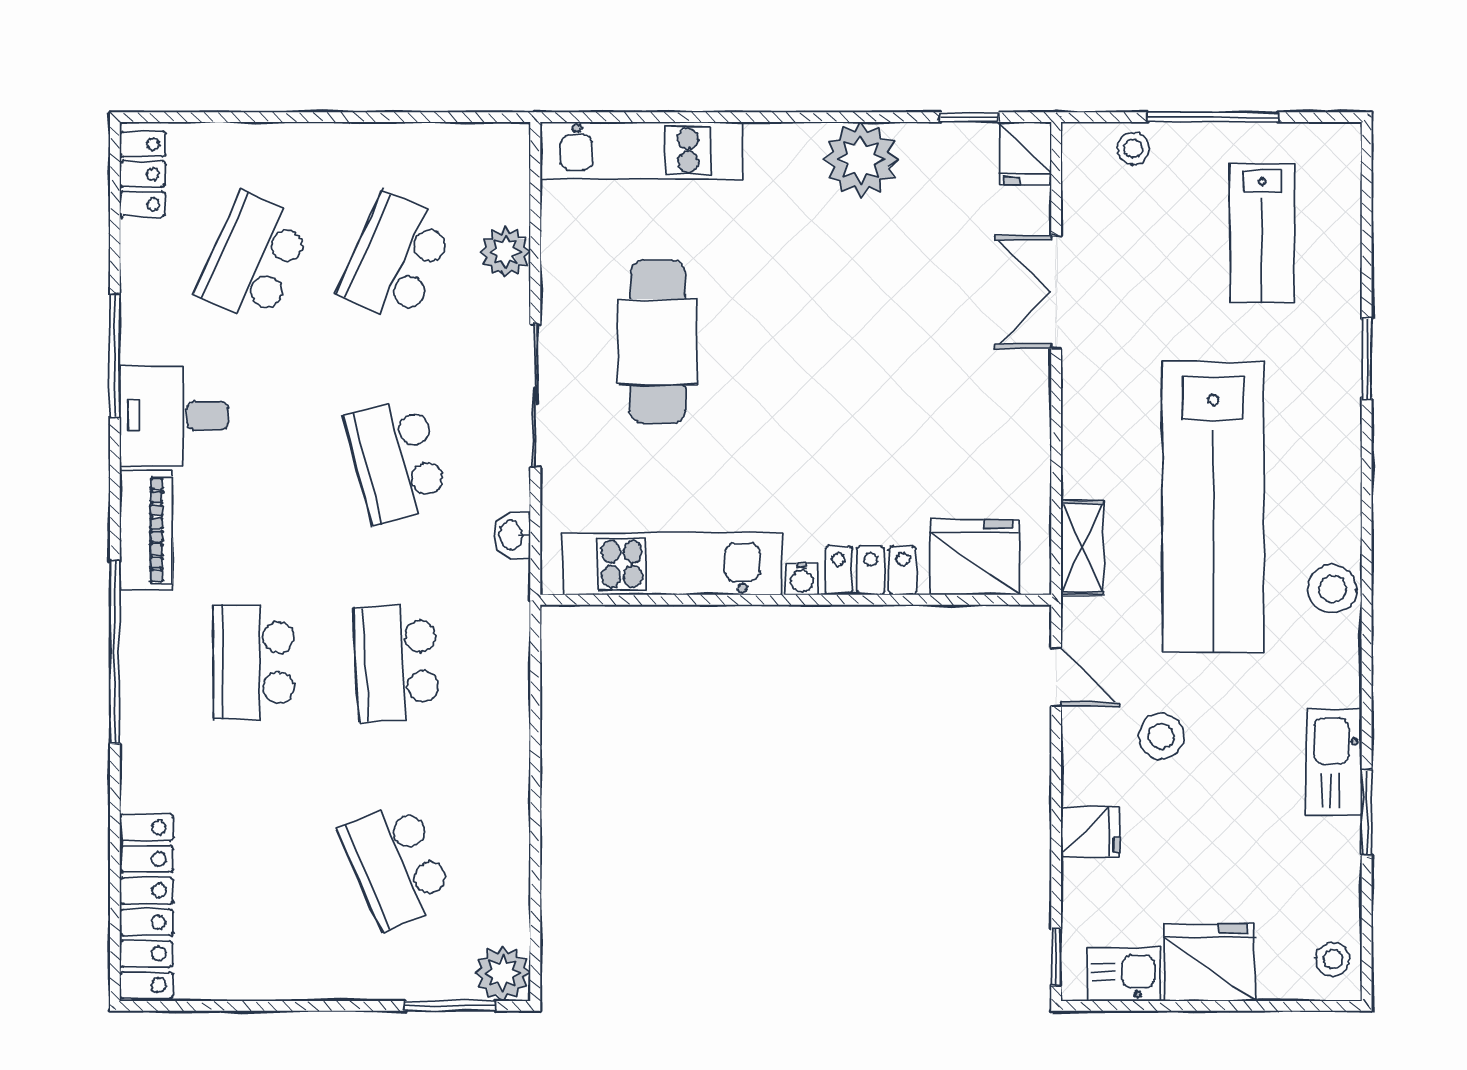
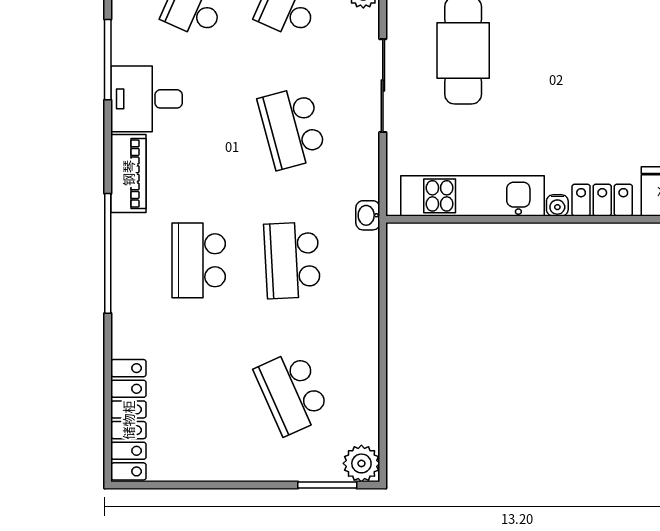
washbasin: (512, 535) -> (368, 215), moved

